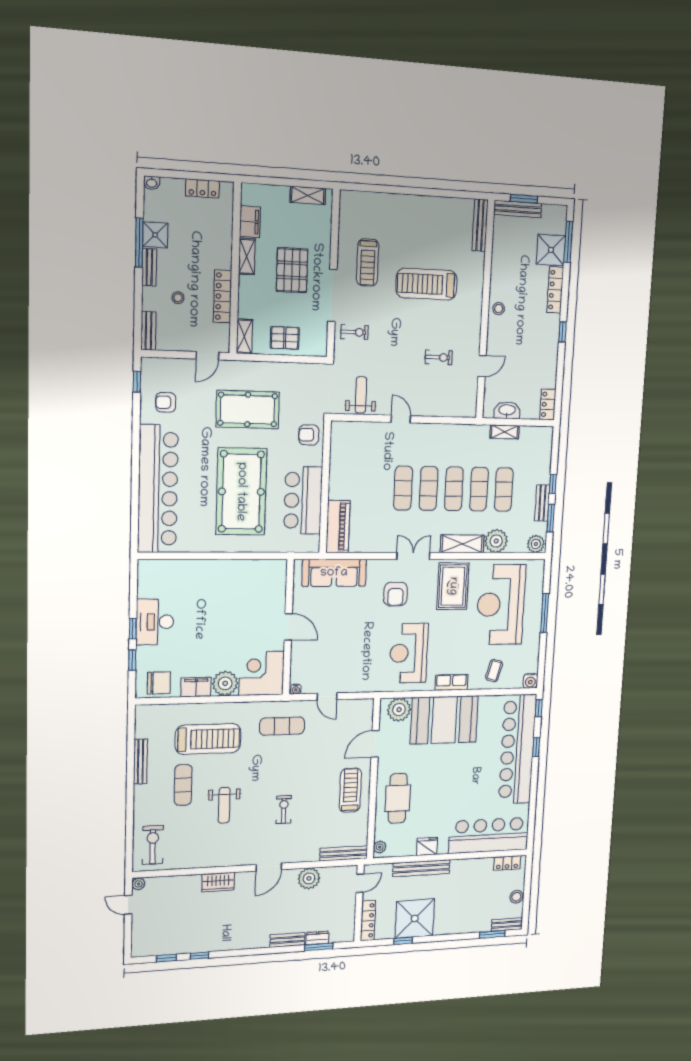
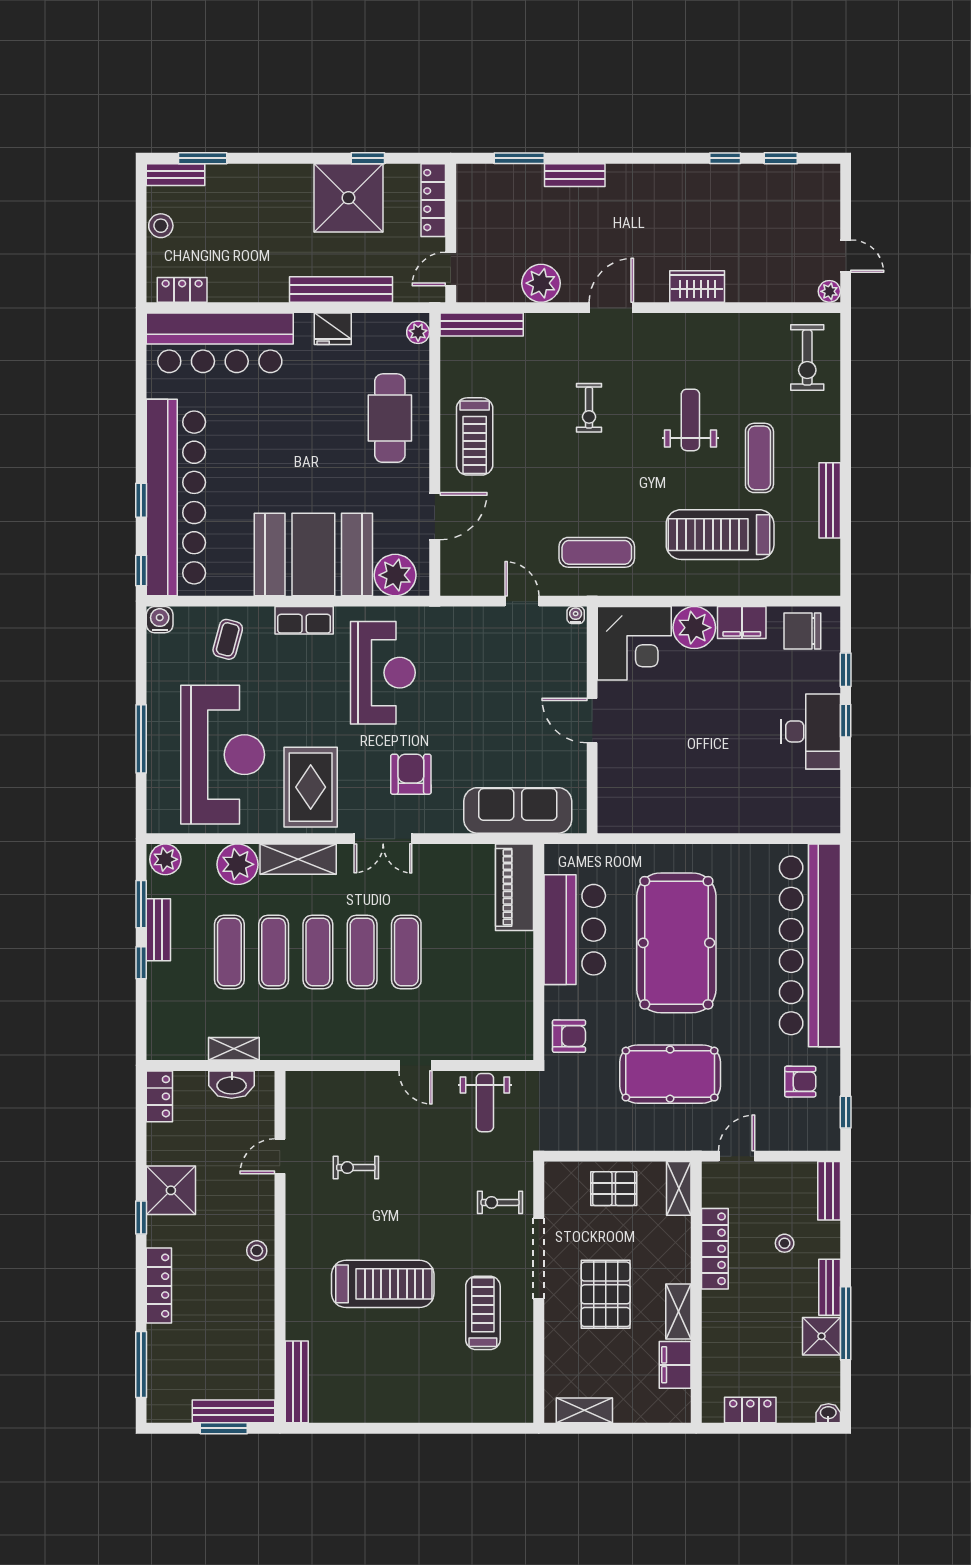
shower: (551, 250) -> (171, 1190), moved
dresser: (317, 938) -> (522, 175), removed

